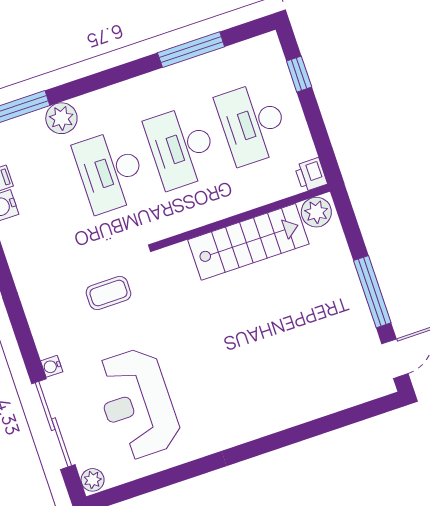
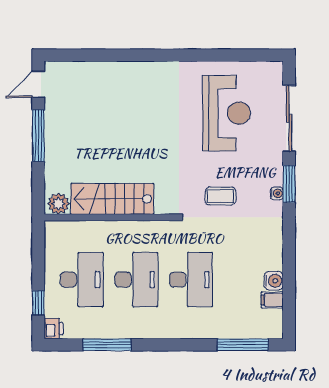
plant: (61, 118) -> (212, 328), removed
printer: (311, 175) -> (54, 329), moved
window: (25, 339) -> (289, 184), added
water cooler: (52, 366) -> (277, 193), moved
plant: (93, 480) -> (275, 71), removed

